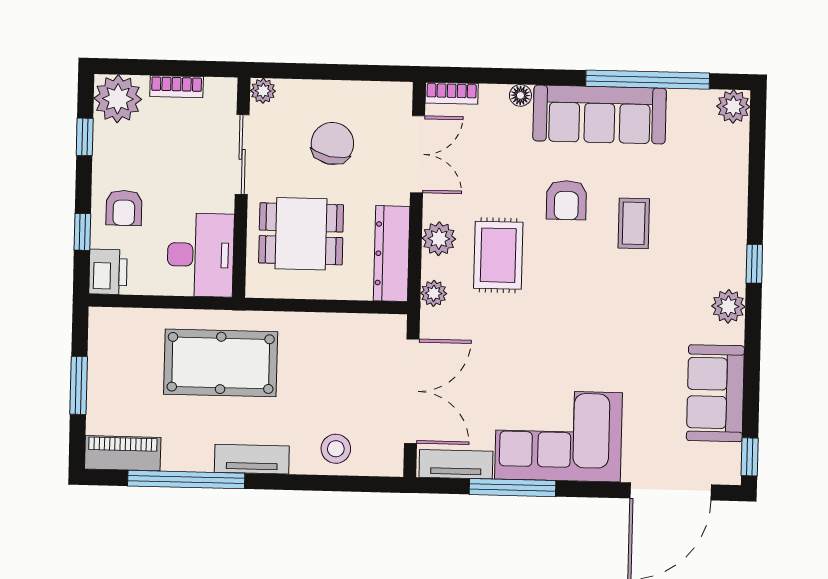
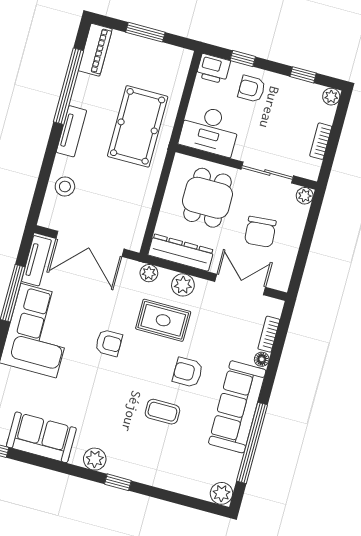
bookcase: (452, 93) -> (269, 334), moved
plant: (118, 99) -> (331, 97), width x0.53, depth x0.53
chair: (332, 143) -> (260, 232), turned 74
double door: (417, 154) -> (240, 284), swing flipped
armchair: (551, 328) -> (109, 343), added

